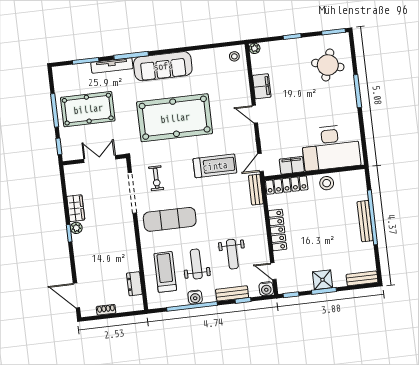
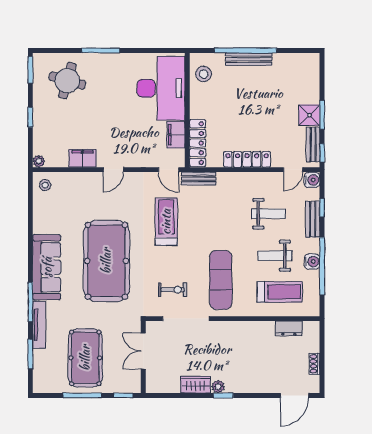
stool: (327, 183) -> (204, 74), moved
treadmill: (165, 272) -> (280, 292), turned 180
bench: (362, 278) -> (313, 144), moved

